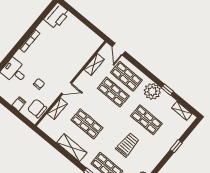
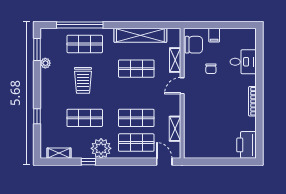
shelving: (72, 148) -> (140, 35), width x1.47

